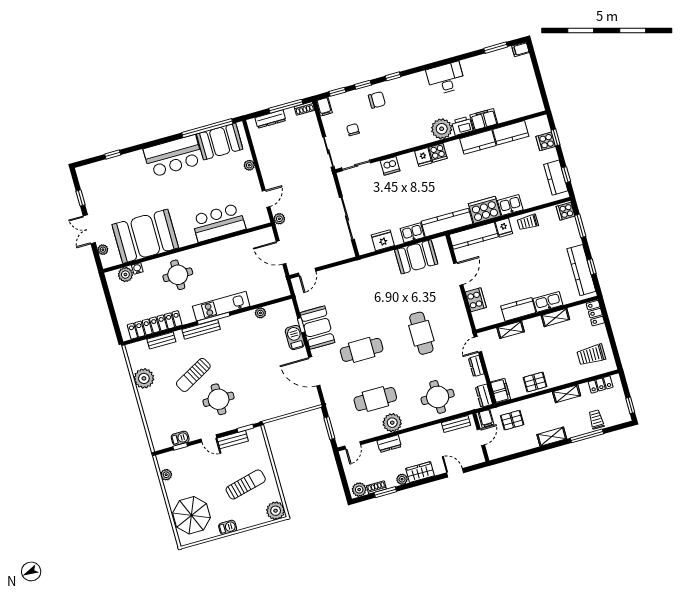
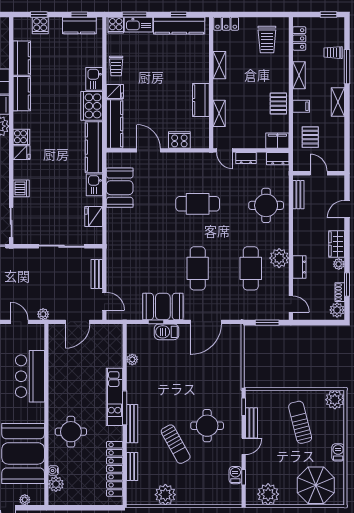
bench: (330, 258) -> (97, 274), added
kitchen sink: (548, 302) -> (139, 25), moved, turned -90
filing cabinet: (486, 418) -> (301, 106), moved
plant: (166, 475) -> (268, 494), width x1.87, depth x1.87

